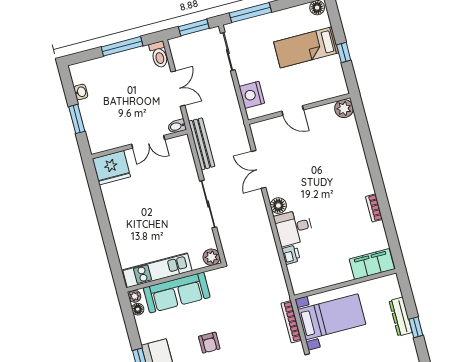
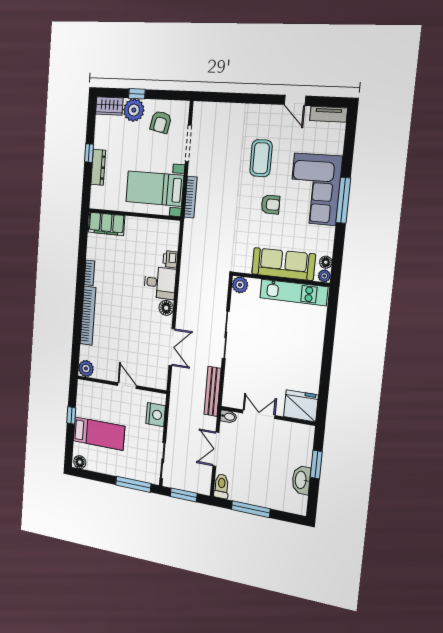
washbasin: (81, 92) -> (301, 480), width x1.91, depth x1.45
bookcase: (361, 164) -> (88, 316), added
armchair: (209, 343) -> (270, 204), turned 90

